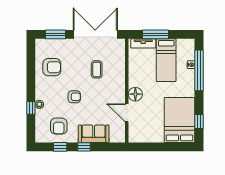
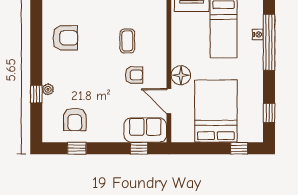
armchair: (74, 97) -> (134, 75), moved
bed: (180, 120) -> (216, 111), moved
sofa: (94, 134) -> (145, 130), moved
window: (84, 147) -> (139, 148), moved
window: (177, 147) -> (239, 148), added

